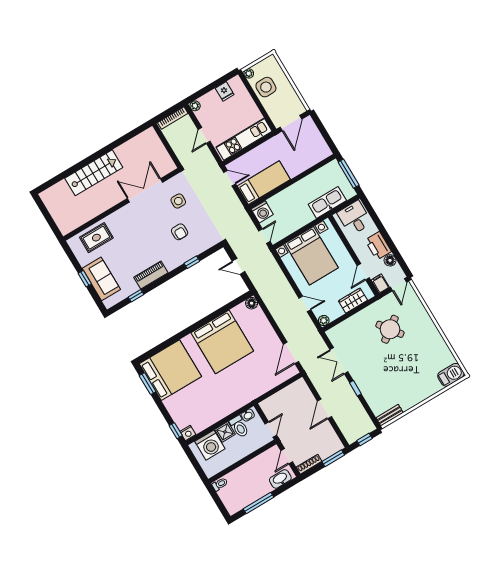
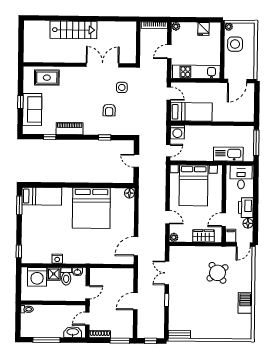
bed: (170, 370) -> (42, 196), width x0.49
barbecue: (451, 375) -> (245, 303), moved, turned -90
nightstand: (188, 433) -> (57, 259), moved

